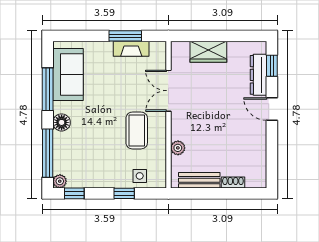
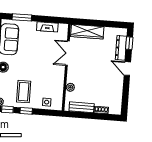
window: (125, 36) -> (22, 17), moved
wardrobe: (208, 52) -> (87, 32), width x1.50
coffee table: (137, 130) -> (24, 92), moved
window: (124, 193) -> (26, 111), moved

